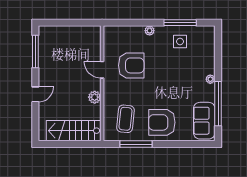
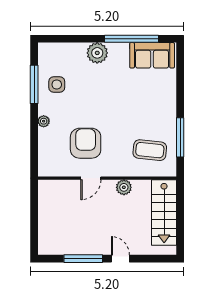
window: (35, 51) -> (83, 259), moved
plant: (210, 79) -> (97, 53), width x1.88, depth x1.88
armchair: (162, 122) -> (154, 106), removed

